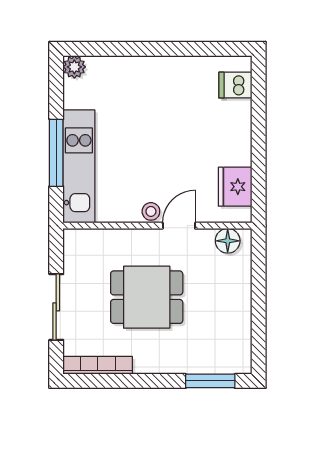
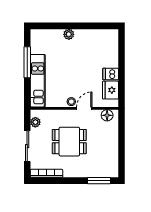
plant: (74, 67) -> (69, 34), moved
dishwasher: (235, 85) -> (111, 74), moved
window: (56, 153) -> (27, 62), moved
plant: (74, 255) -> (35, 122), added

